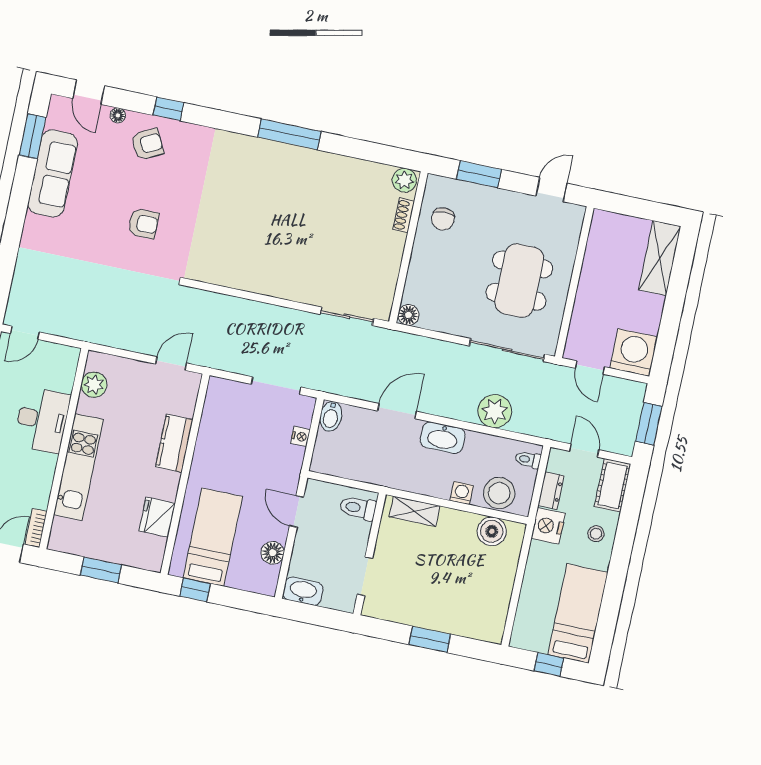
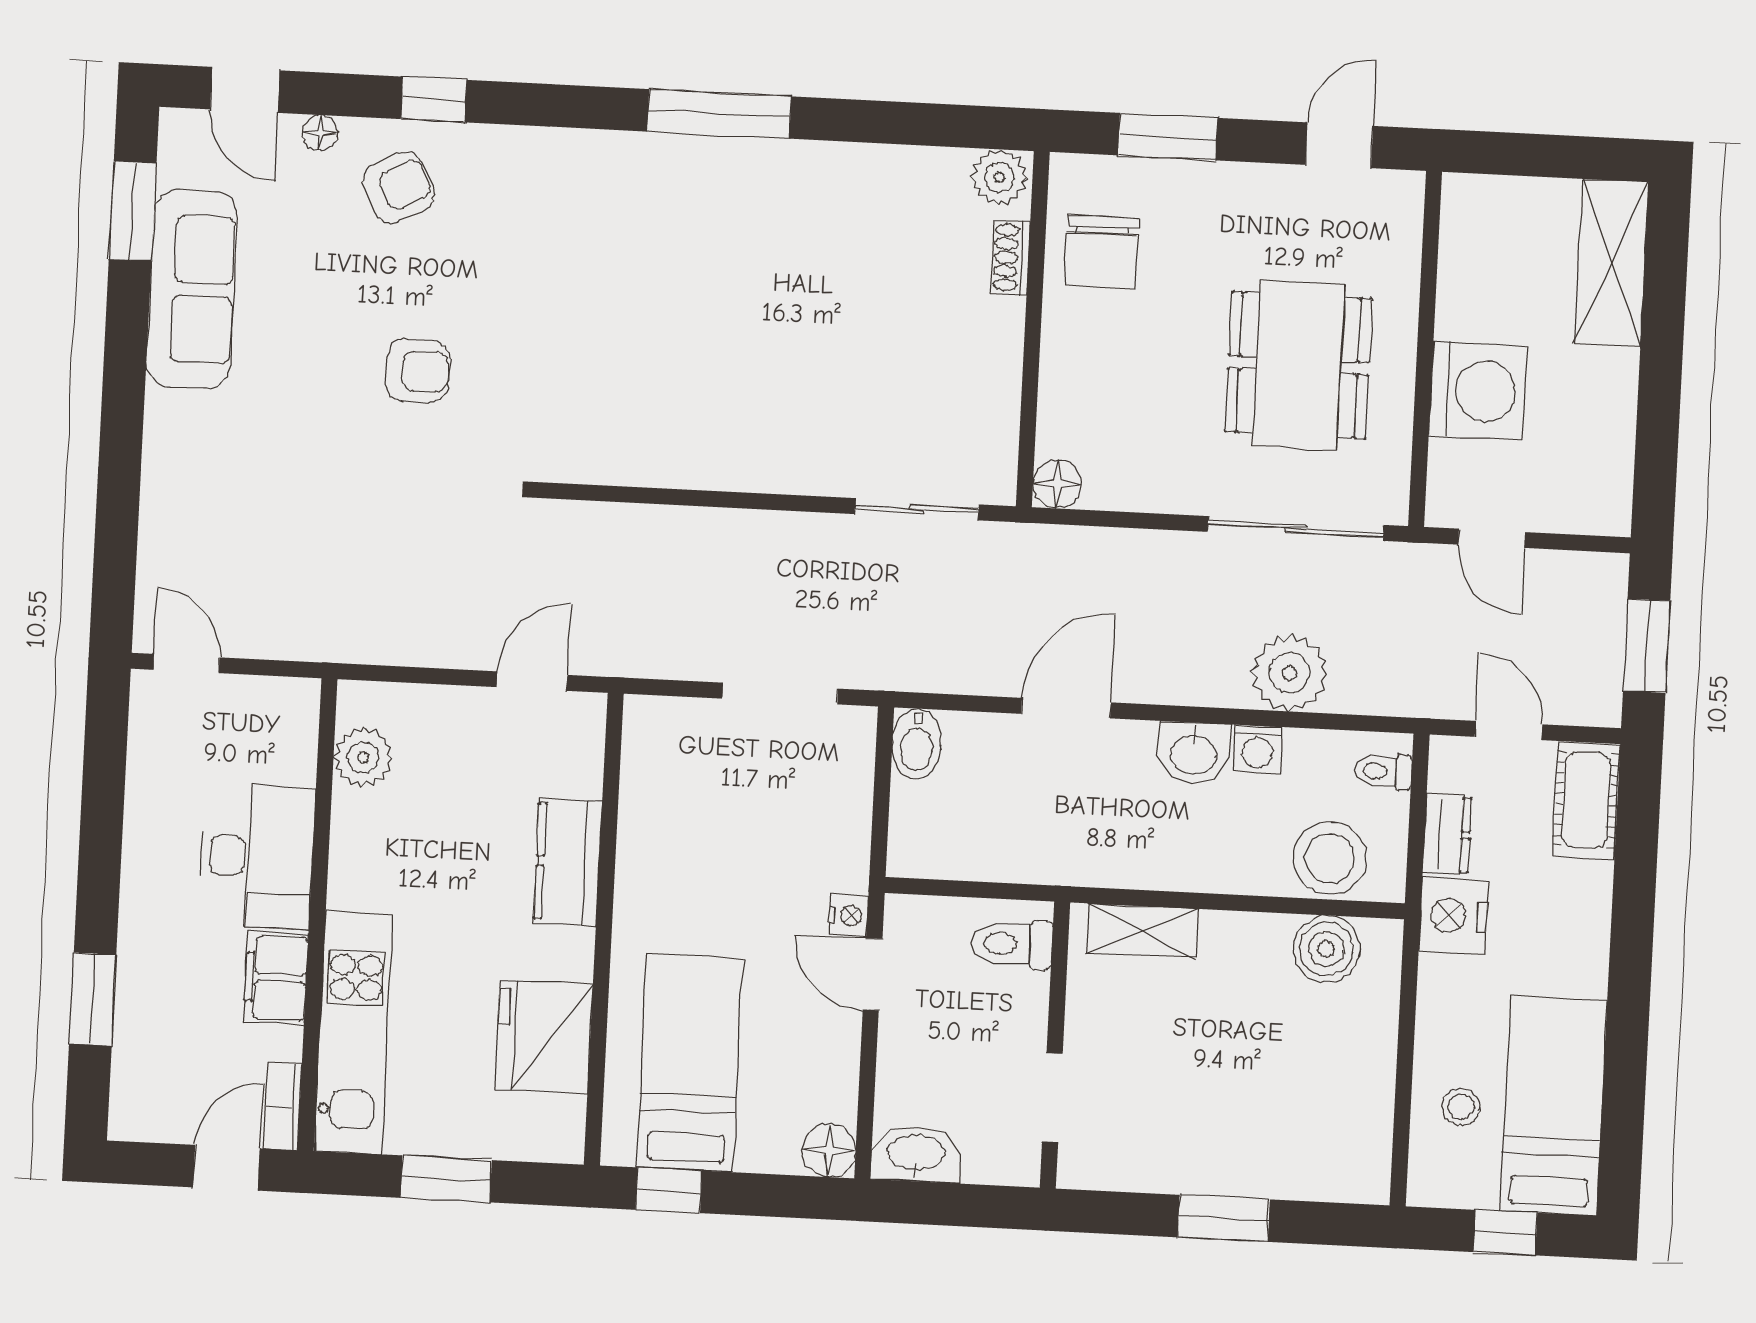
chair: (443, 219) -> (1101, 252), width x1.37, depth x1.37
door: (25, 333) -> (186, 664), swing flipped
washing machine: (634, 352) -> (1478, 391), moved, turned 90
nightstand: (300, 436) -> (848, 916), moved
washbasin: (443, 438) -> (1194, 753), width x0.72
kitchen unit: (78, 467) -> (353, 1033), moved
filing cabinet: (42, 473) -> (276, 978), added
washing machine: (462, 493) -> (1257, 749), moved, turned 180
fridge: (157, 517) -> (544, 1037), width x1.36, depth x1.34
stool: (596, 534) -> (1461, 1107), moved
floor lamp: (273, 553) -> (829, 1150), moved

